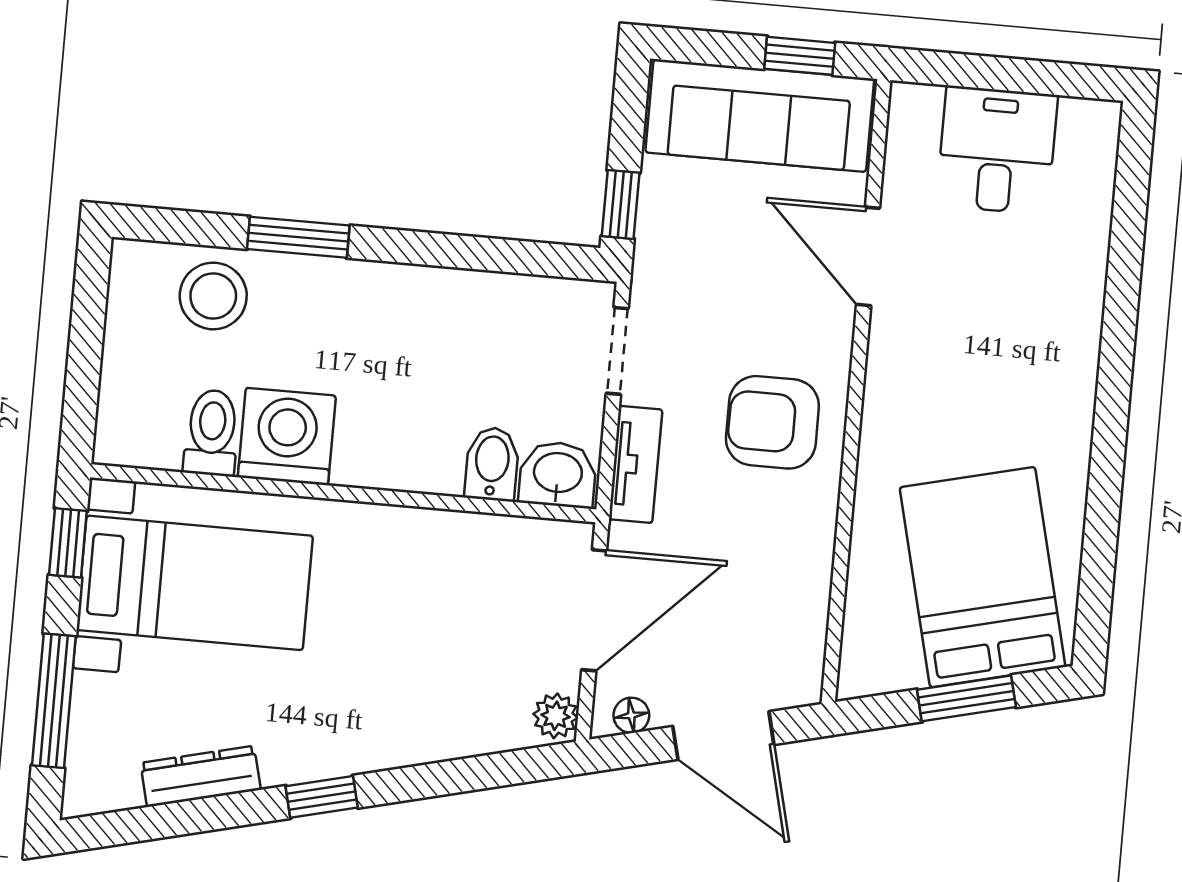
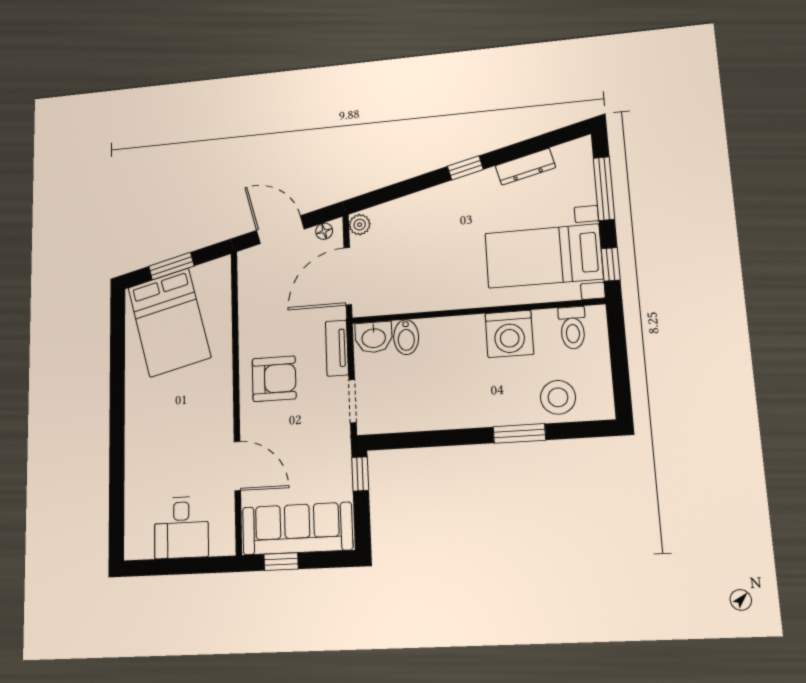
toilet: (212, 433) -> (572, 328), moved

